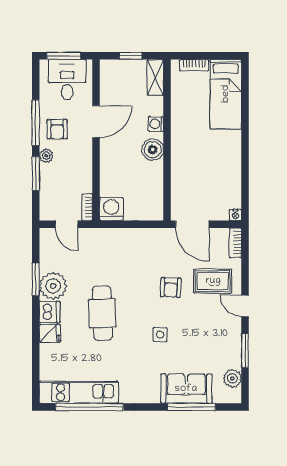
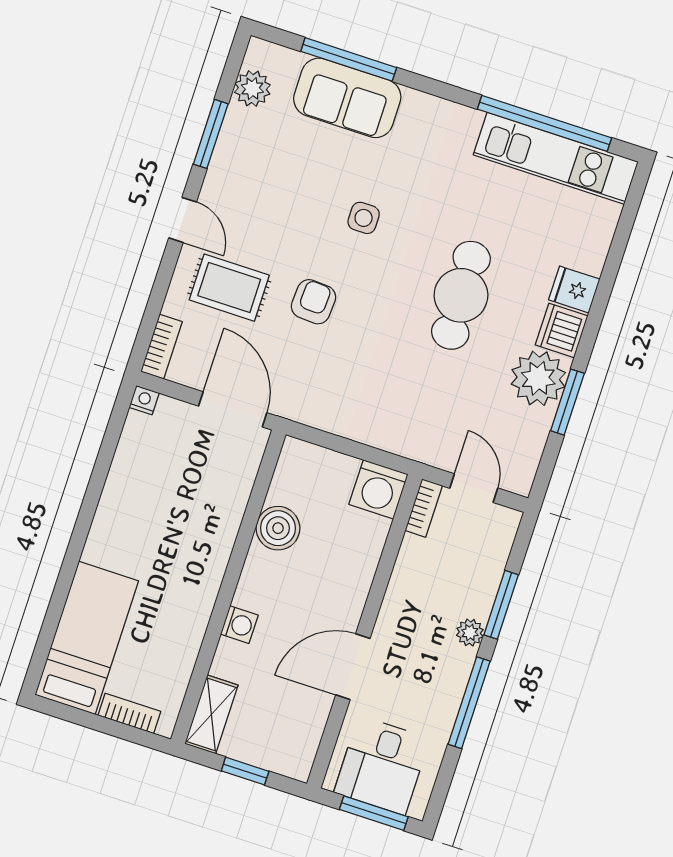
armchair: (57, 129) -> (432, 677), removed
boiler: (153, 150) -> (278, 528), moved

